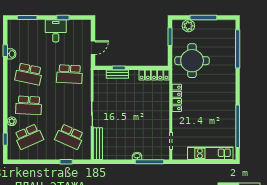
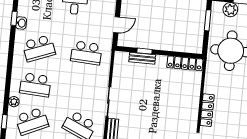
school desk: (29, 74) -> (39, 48), turned -33
locker: (177, 98) -> (207, 110), moved

